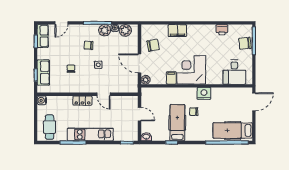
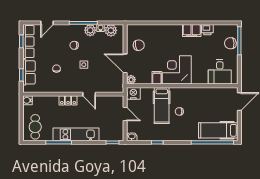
filing cabinet: (177, 31) -> (192, 30), moved
row of seats: (43, 36) -> (28, 41), width x1.48
nightstand: (204, 93) -> (133, 93), moved
hospital bed: (177, 123) -> (162, 106), moved, turned 180

